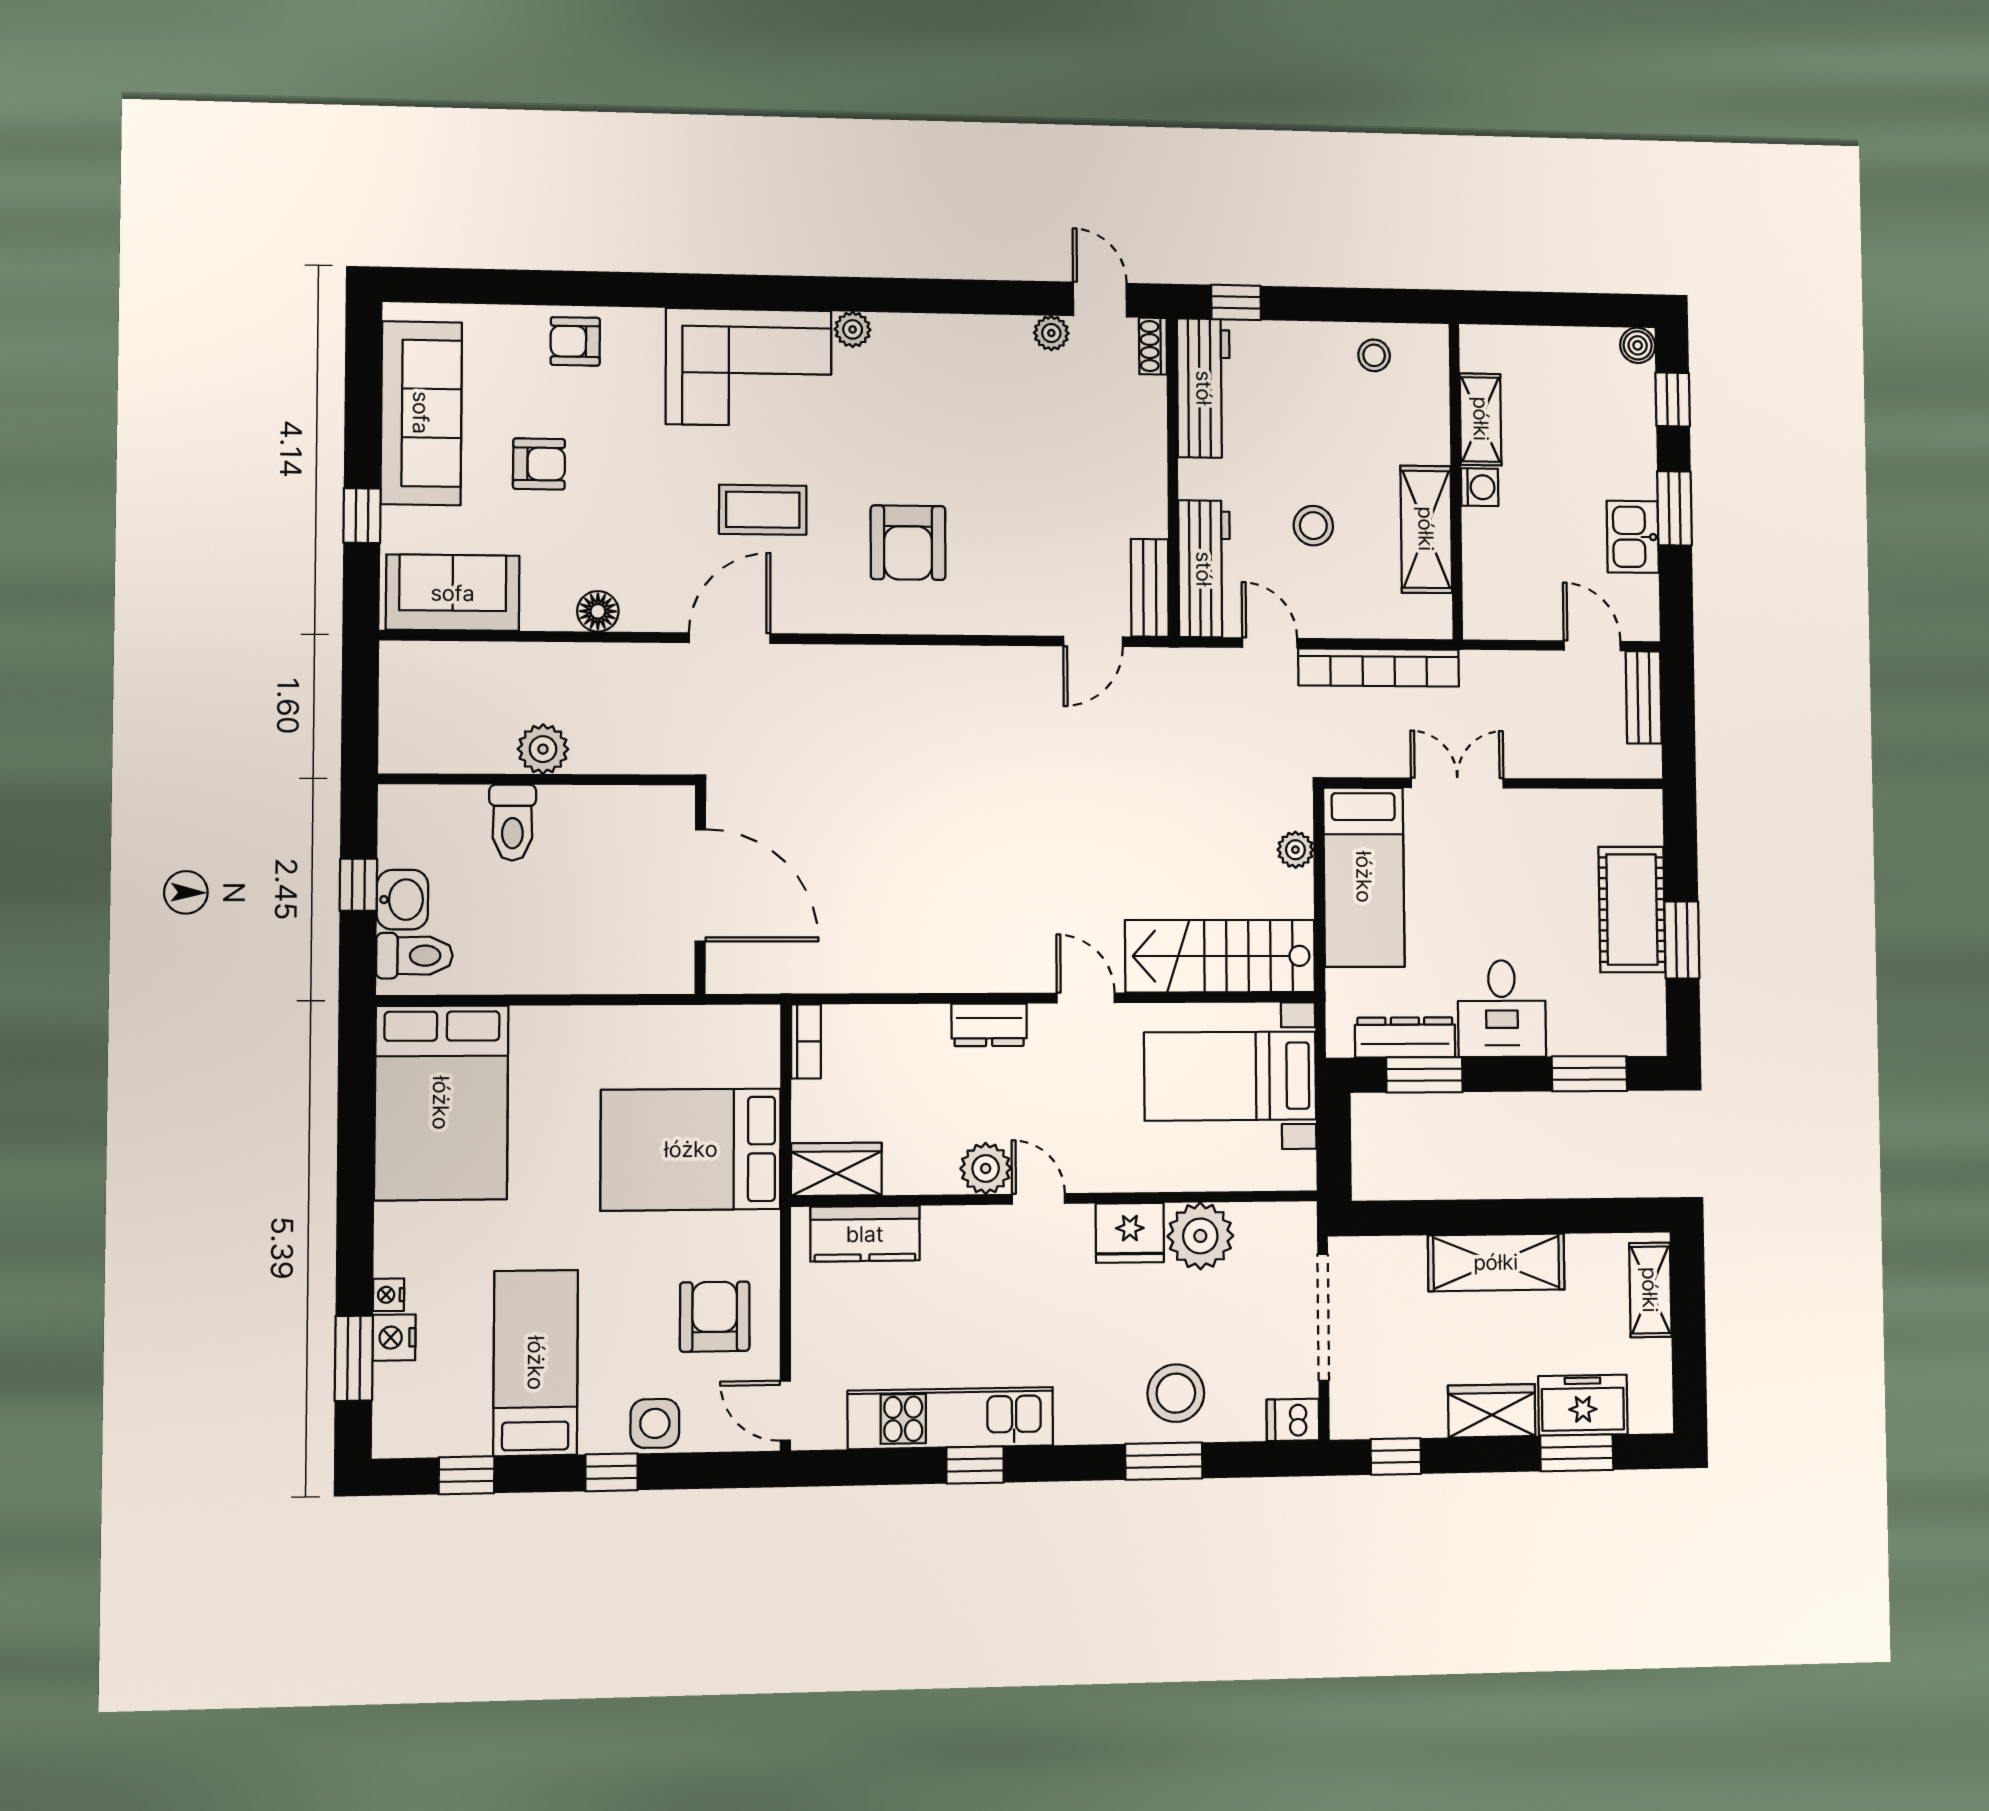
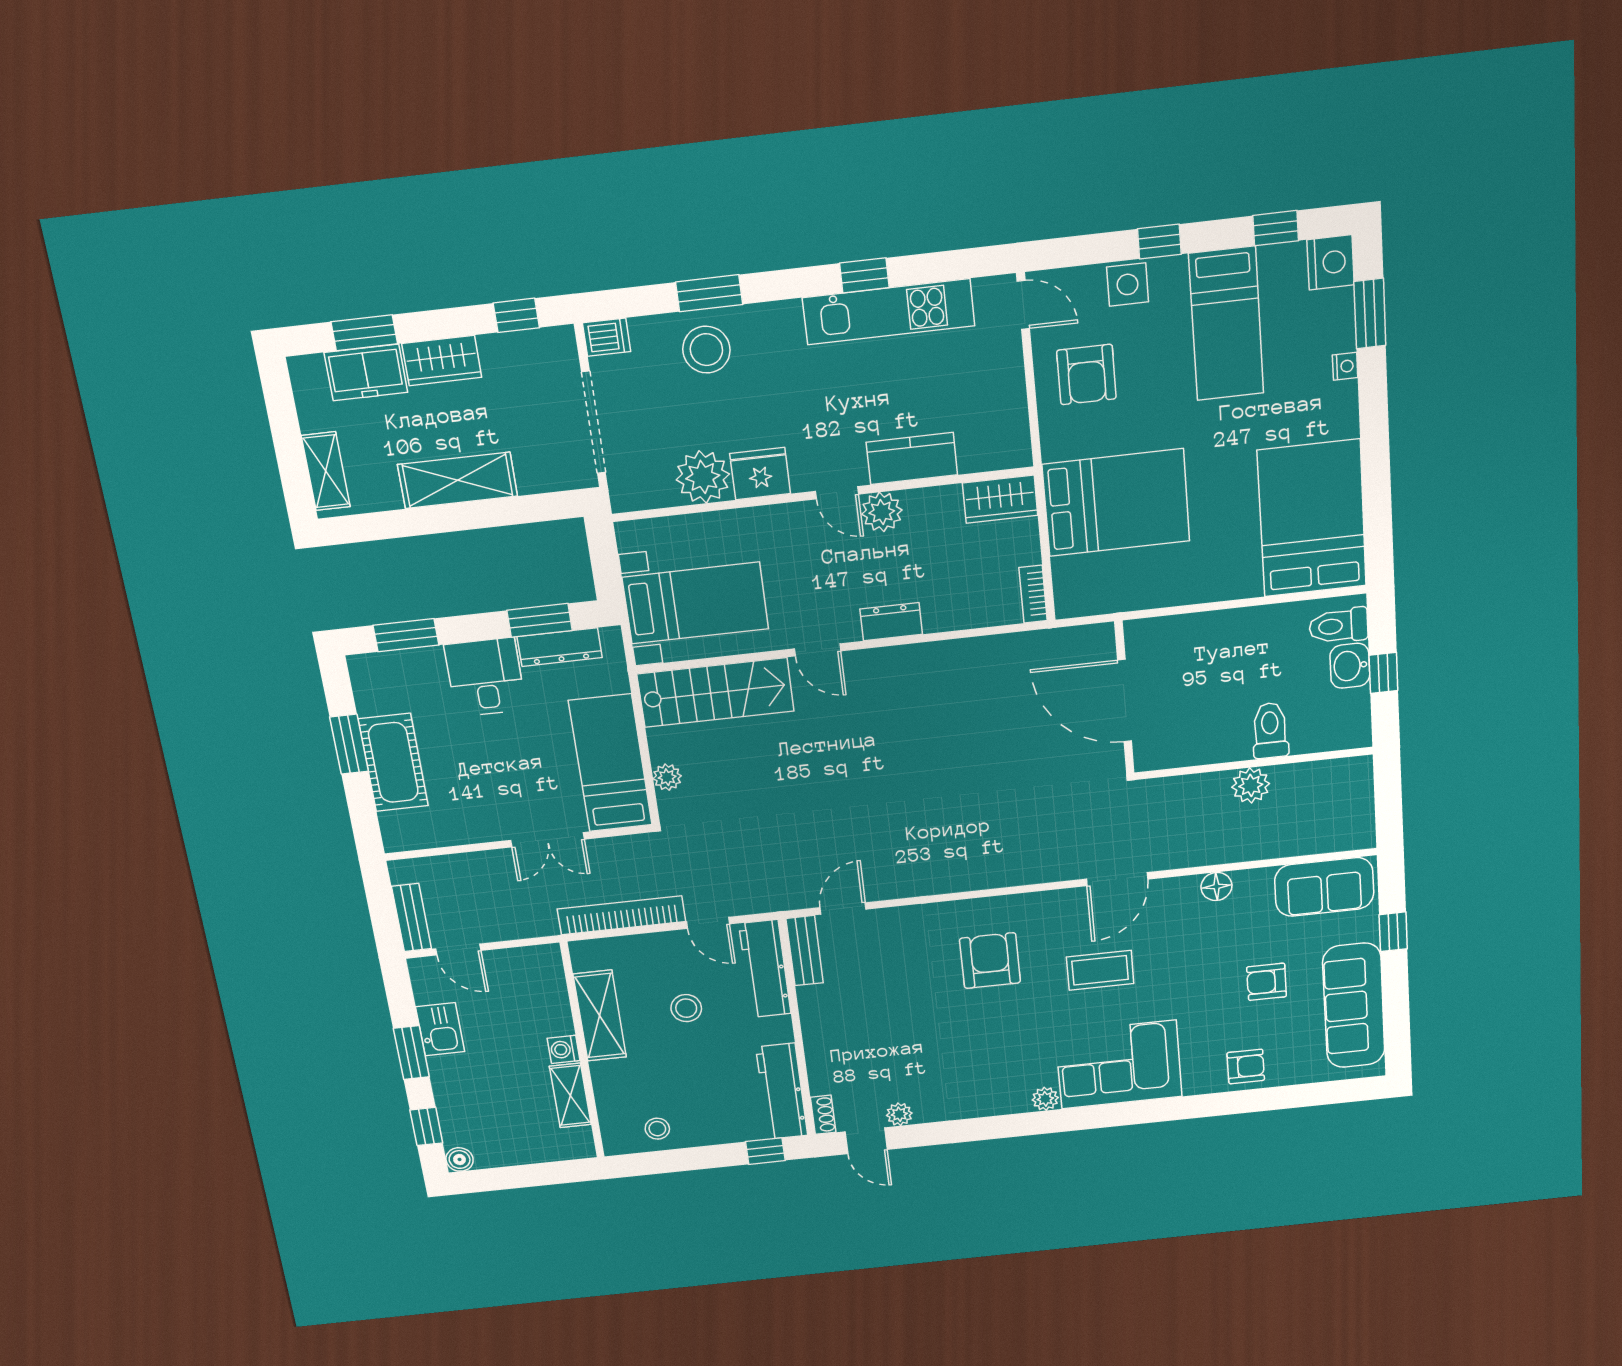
kitchen counter: (865, 1234) -> (912, 459), moved
nightstand: (394, 1338) -> (1331, 262), moved, width x1.36, depth x1.33

